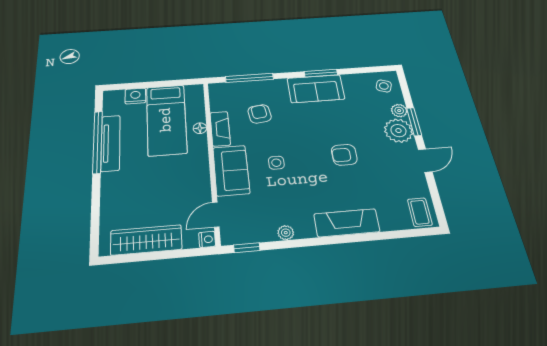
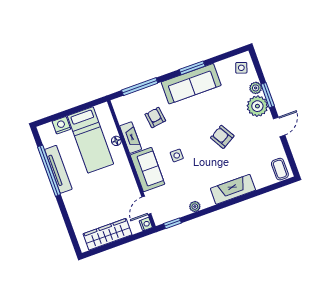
sofa: (316, 89) -> (191, 84), width x1.36
armchair: (344, 155) -> (222, 137), turned 60

